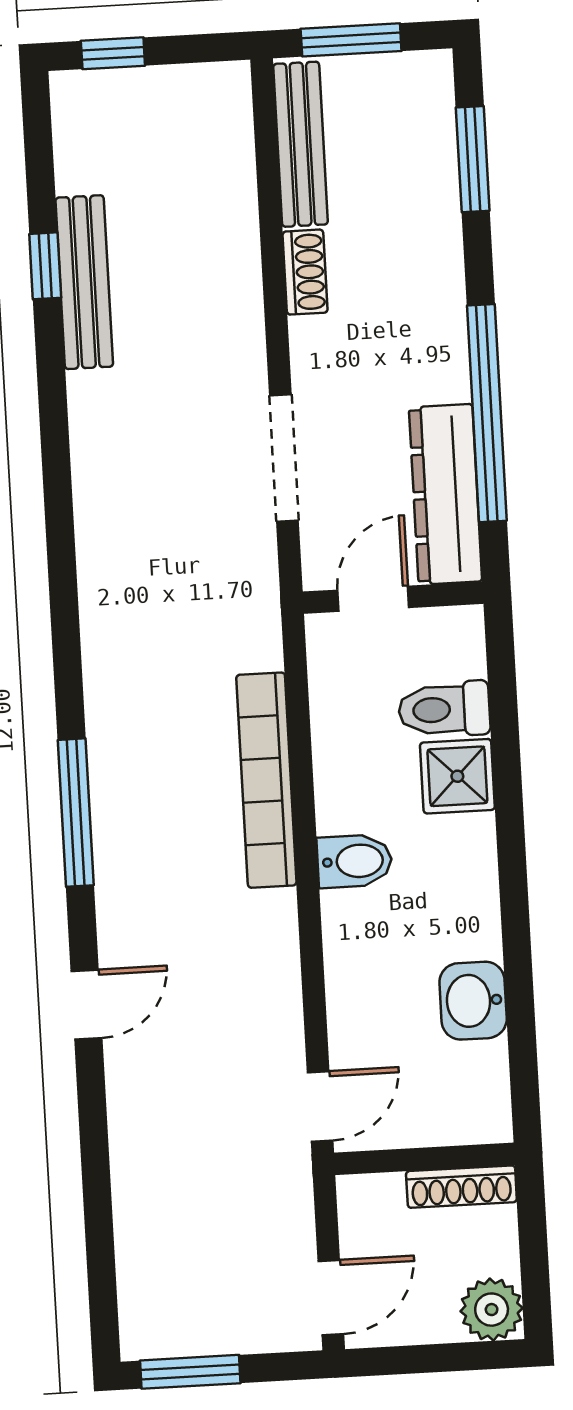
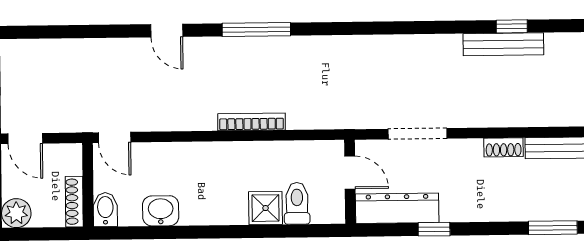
window: (487, 413) -> (434, 229), width x0.32
bookcase: (266, 780) -> (251, 122), width x0.68, depth x0.76
bidet: (355, 861) -> (105, 209), moved, turned 180

